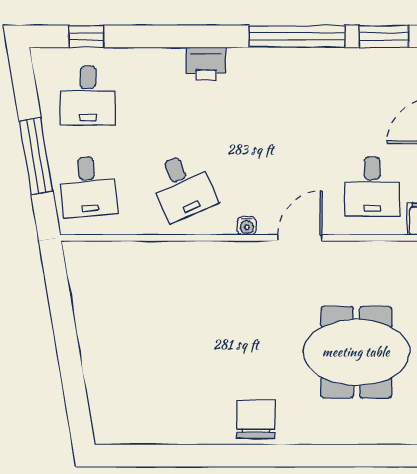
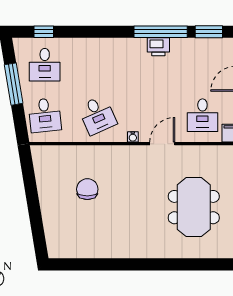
printer: (206, 63) -> (158, 47), moved
window: (36, 156) -> (14, 84), moved
meeting table: (356, 352) -> (194, 207), turned 90
chair: (256, 419) -> (87, 189), moved

